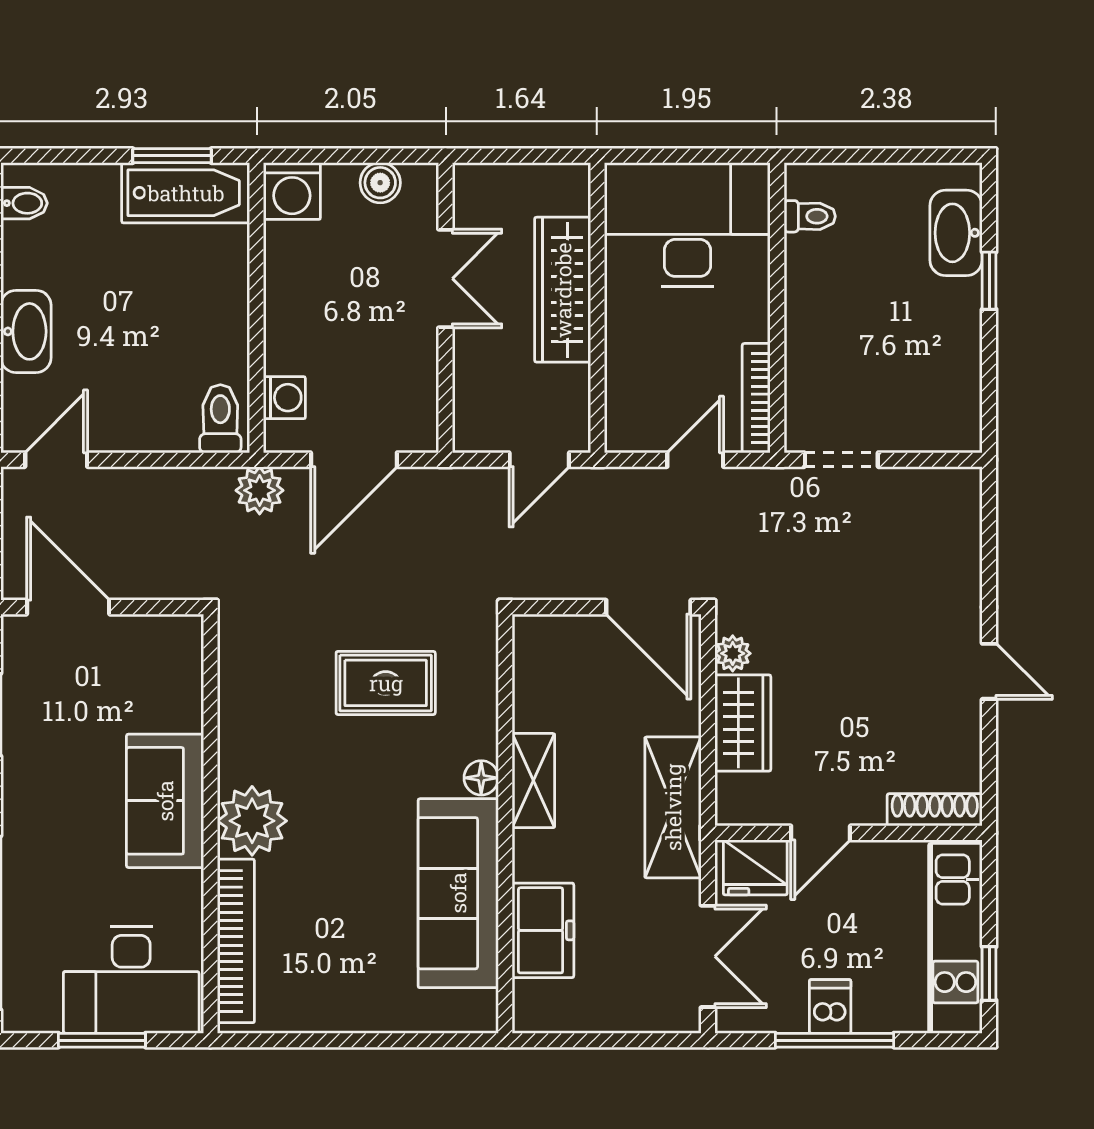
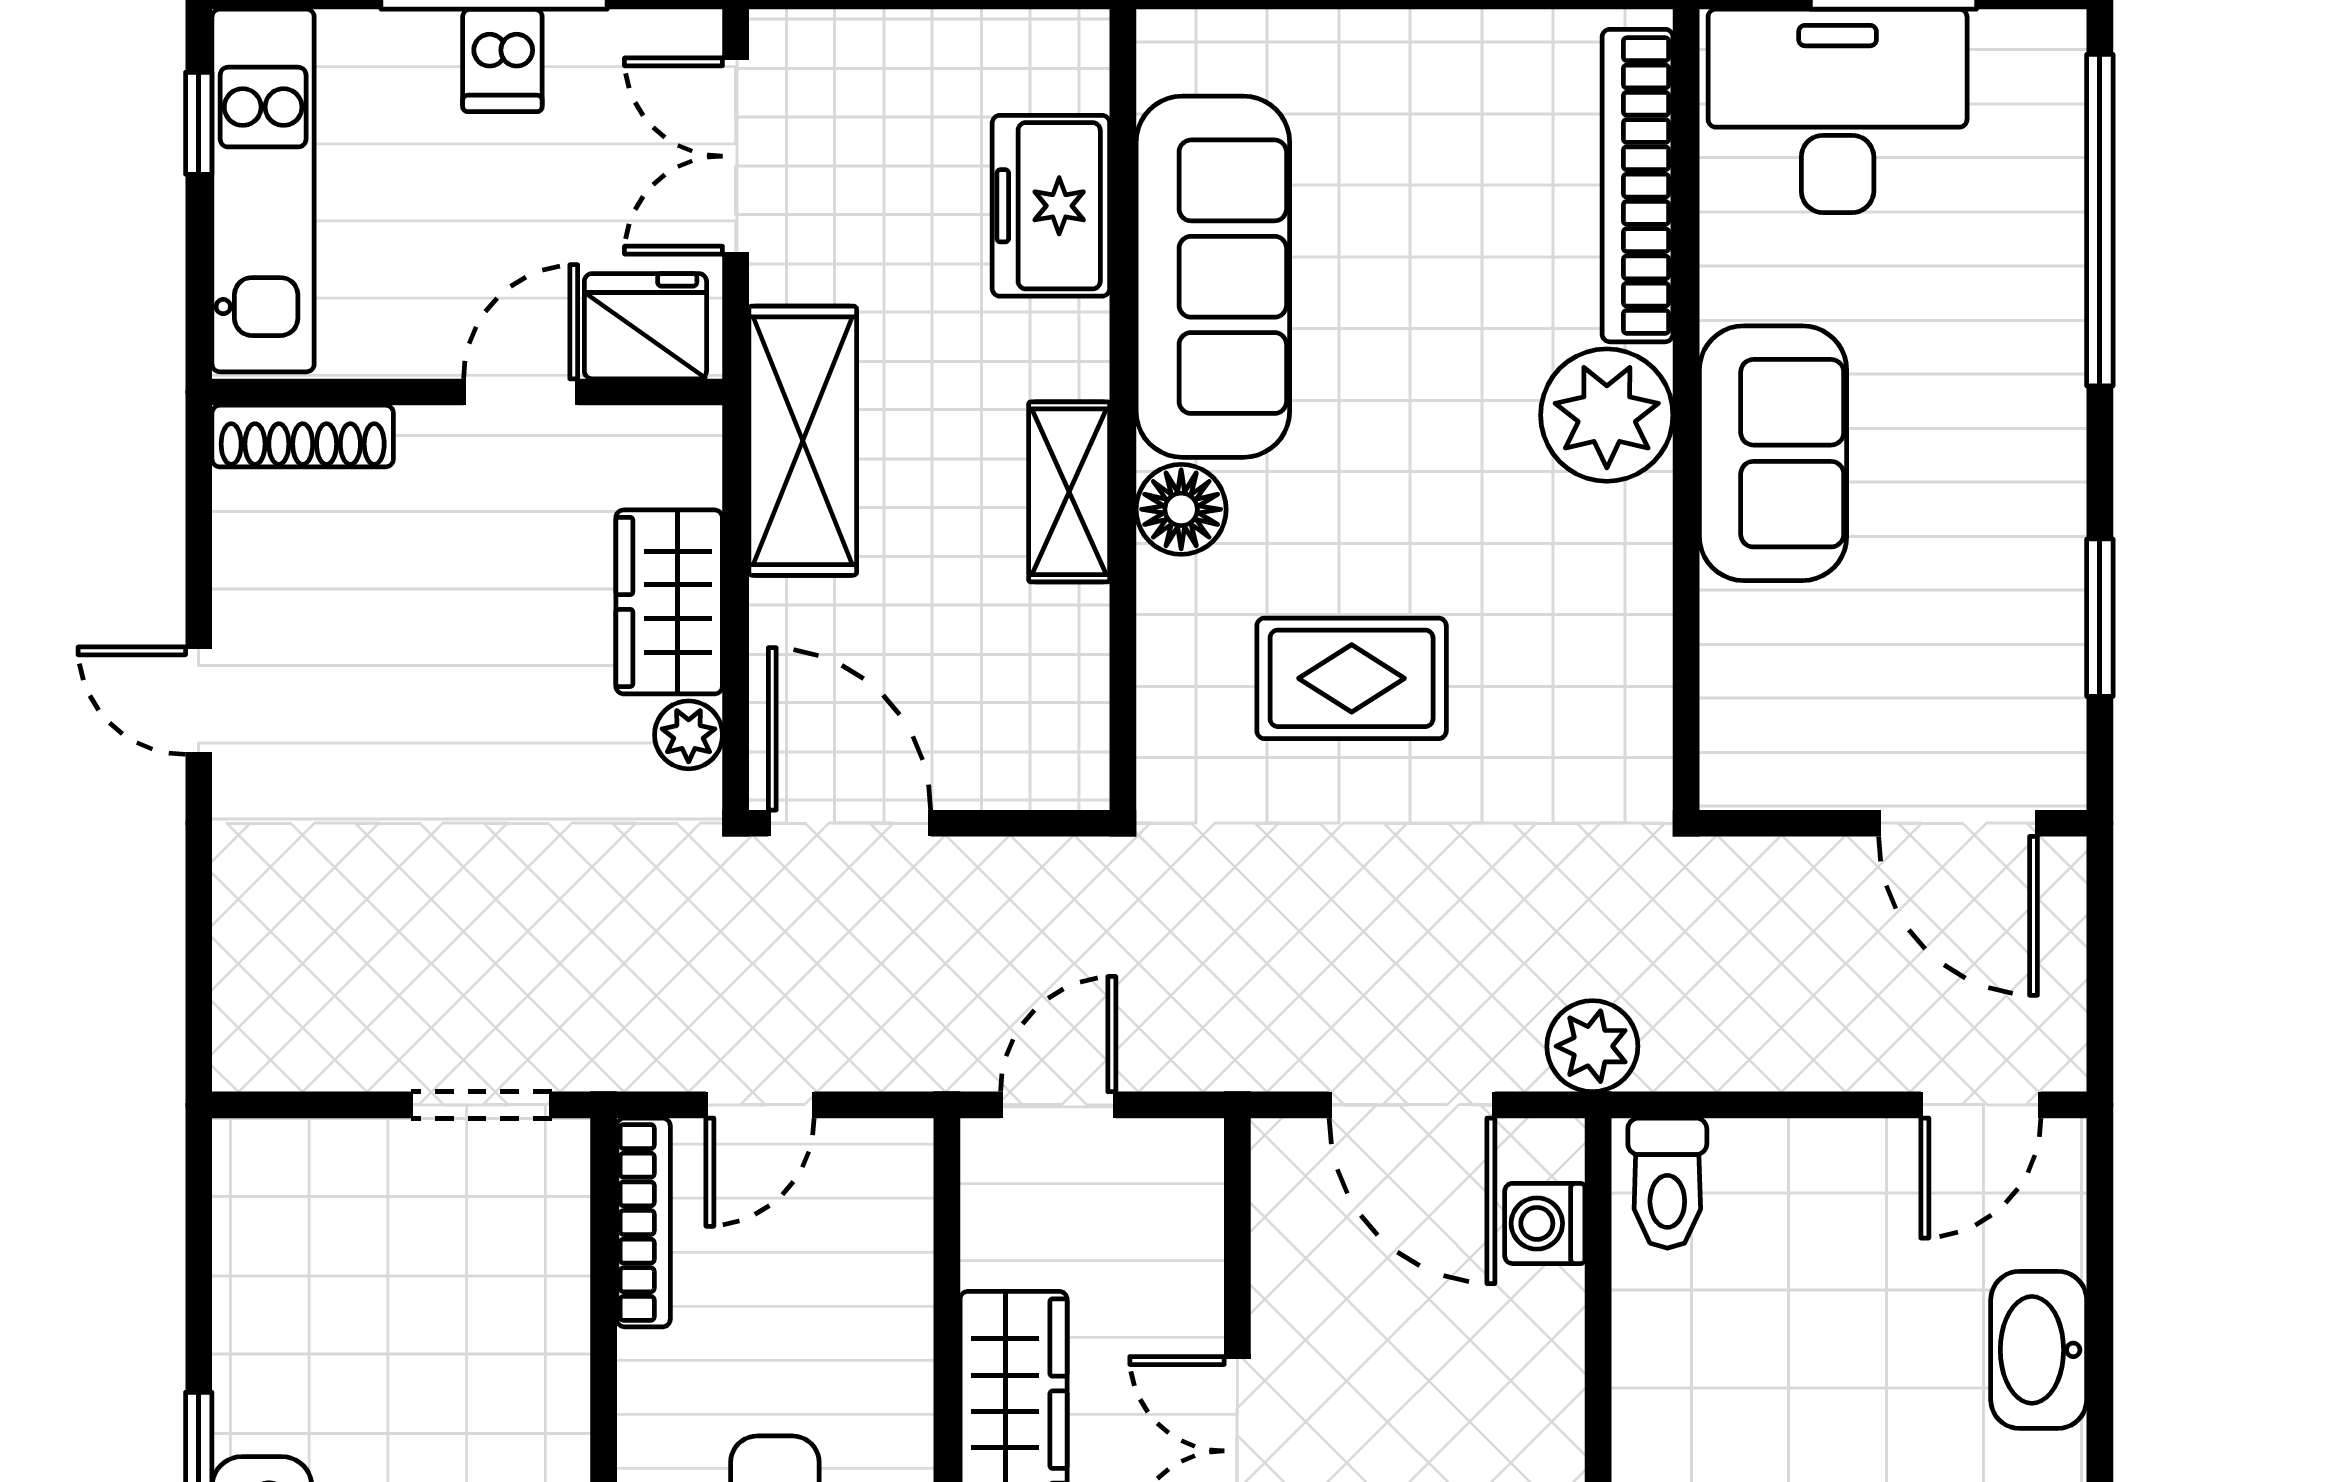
door: (354, 460) -> (1412, 1105), swing flipped
floor lamp: (481, 778) -> (1181, 509), width x1.37, depth x1.37

